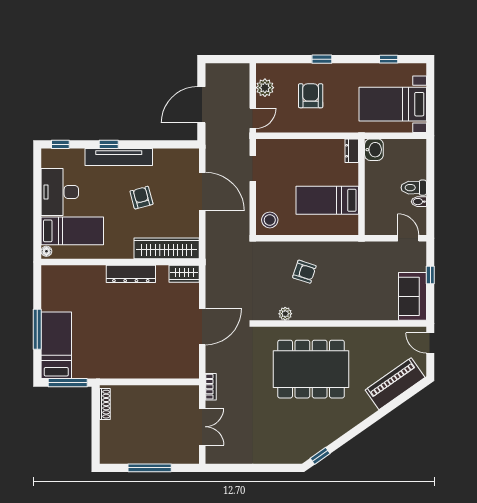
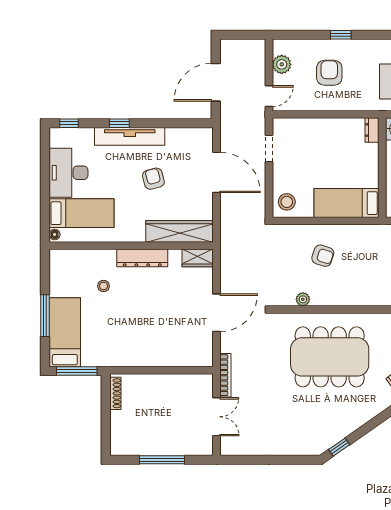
bed: (327, 200) -> (347, 203), moved
stool: (93, 301) -> (103, 286), added
bookcase: (211, 387) -> (225, 375), width x1.56

